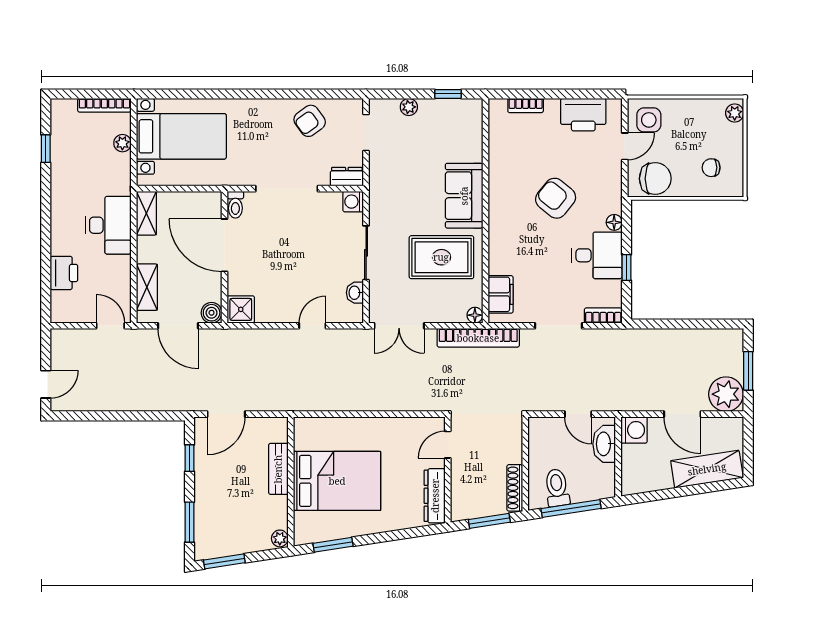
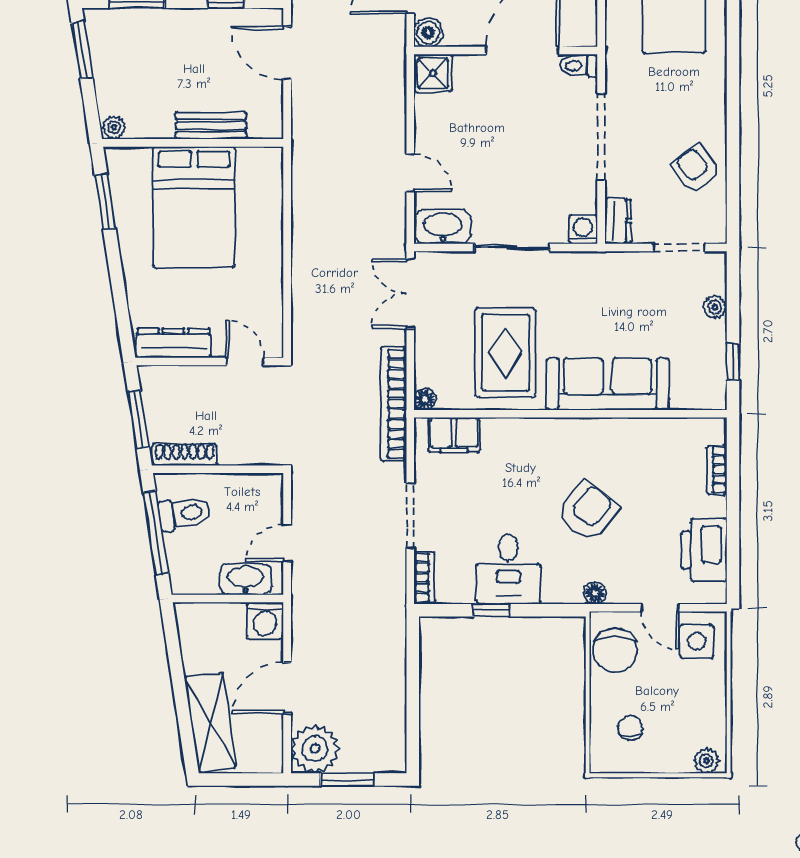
sofa: (464, 196) -> (608, 384), width x1.36
floor lamp: (614, 222) -> (595, 593), moved
washbasin: (355, 293) -> (443, 227), width x1.91, depth x1.45

